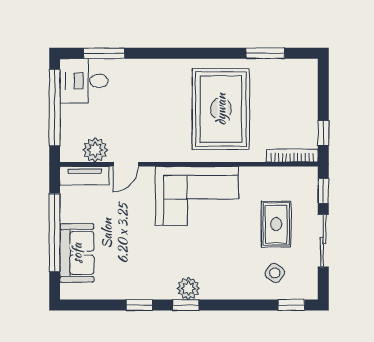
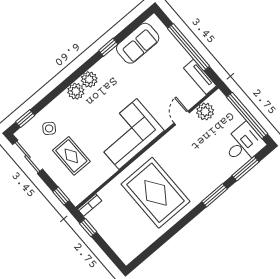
window: (265, 53) -> (215, 195), moved
bookcase: (292, 156) -> (90, 205), width x0.64
tv unit: (84, 176) -> (200, 77), moved, turned -90
sliding door: (323, 241) -> (28, 157), moved
sofa: (77, 253) -> (138, 43), moved, turned -90
plant: (213, 288) -> (76, 91), added
window: (186, 305) -> (83, 69), removed

